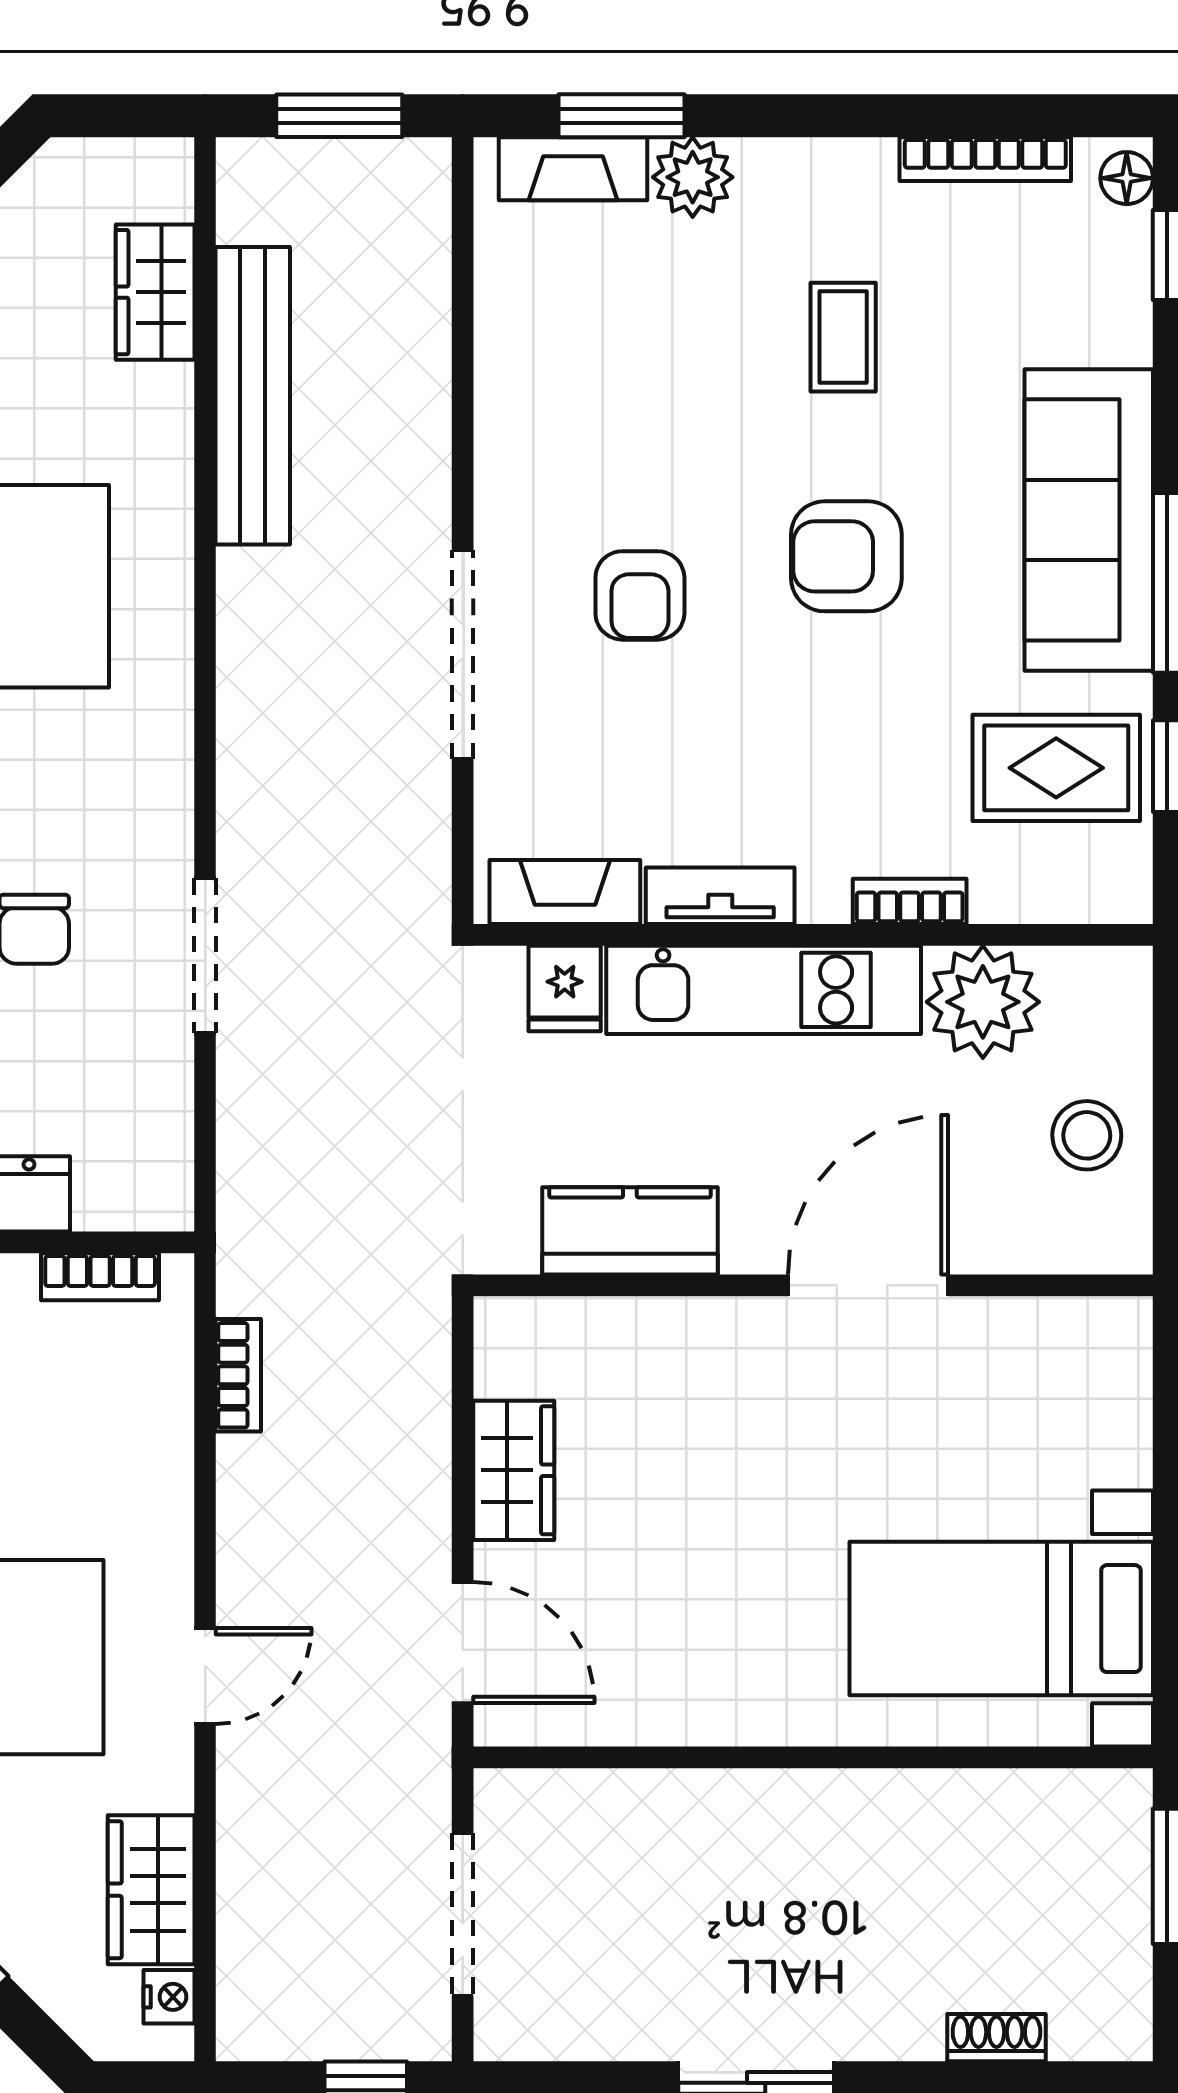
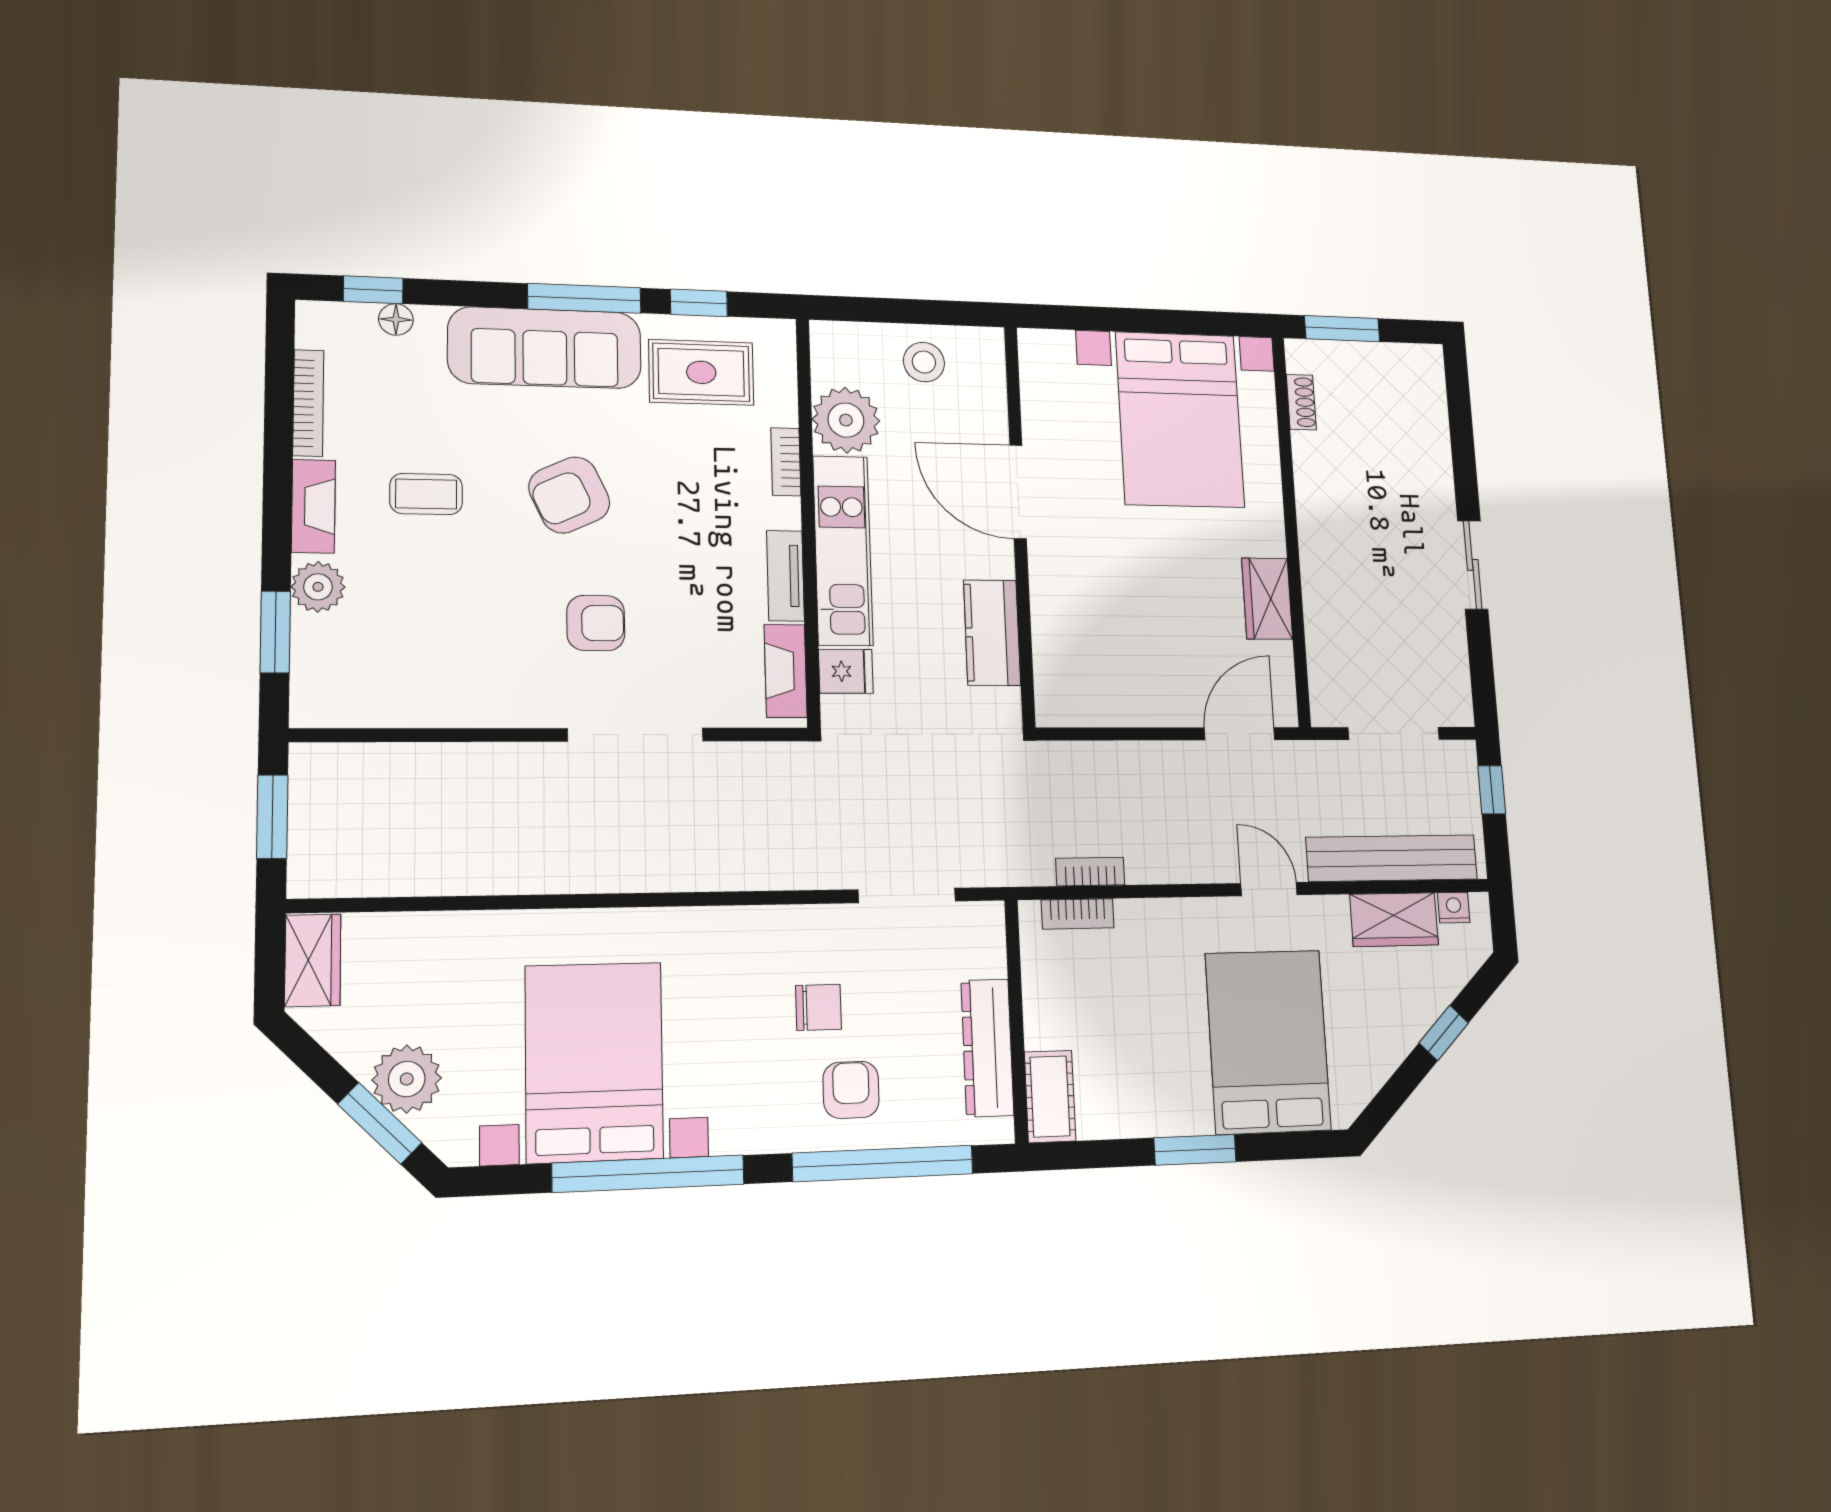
fireplace: (573, 169) -> (313, 506), moved
floor lamp: (1127, 178) -> (396, 319), moved
wardrobe: (155, 292) -> (313, 960), moved, turned -90
bench: (253, 396) -> (1392, 858), moved
armchair: (846, 556) -> (569, 495), turned 65
rug: (1056, 768) -> (701, 372), turned 90
doorway: (205, 956) -> (907, 895), moved
bookcase: (100, 1277) -> (1078, 914), moved, turned 90
wardrobe: (514, 1470) -> (1267, 599), moved, turned -90
bed with nightstands: (1001, 1619) -> (1180, 419), width x1.36
shoe rack: (996, 2038) -> (1301, 402), moved, turned 180

